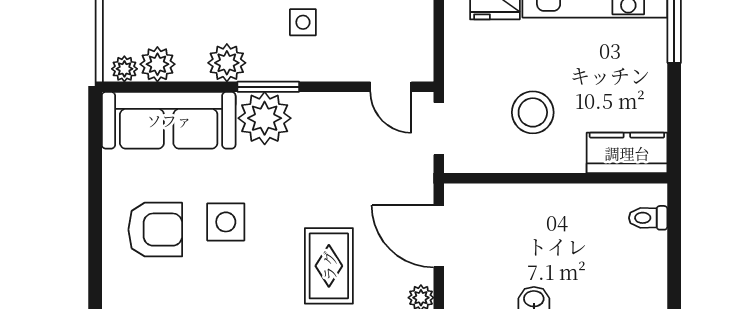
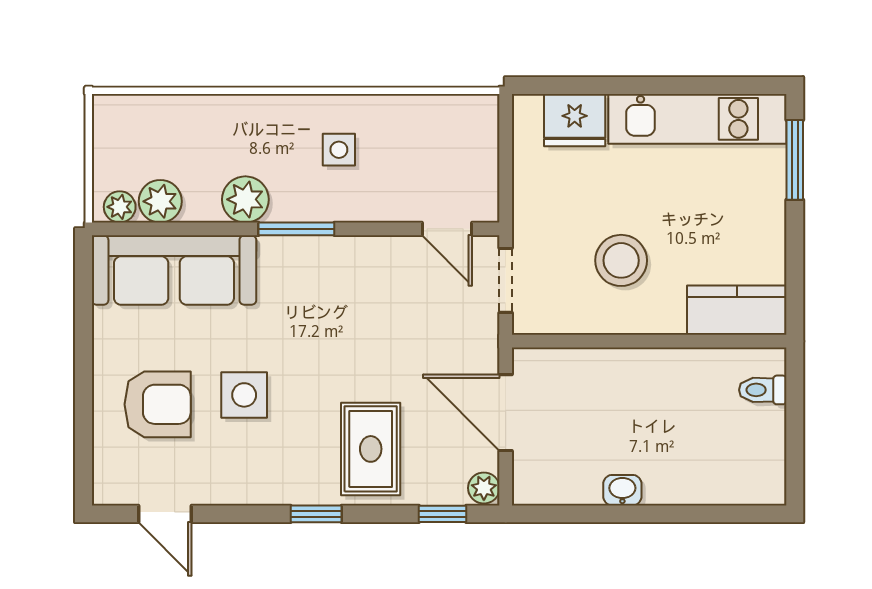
plant: (265, 118) -> (292, 268), removed

